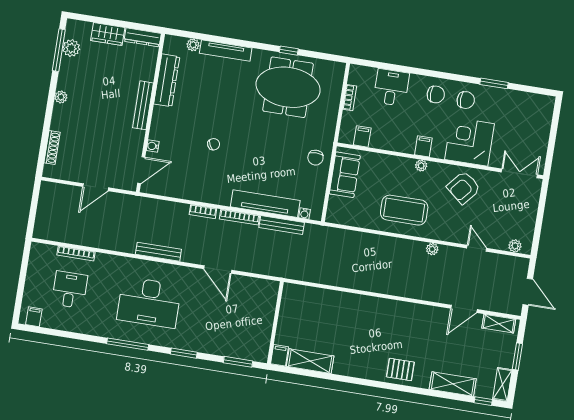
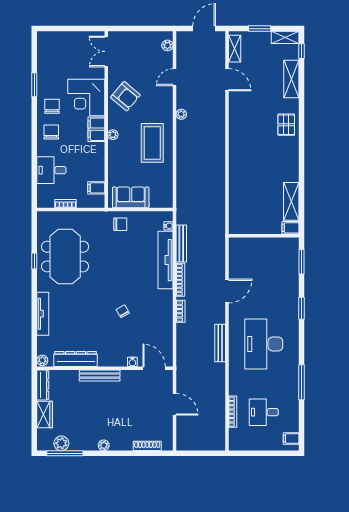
plant: (193, 45) -> (42, 360), moved
filing cabinet: (423, 146) -> (96, 129), width x2.00
desk: (149, 302) -> (264, 344), turned 180
window: (128, 344) -> (302, 382), moved

